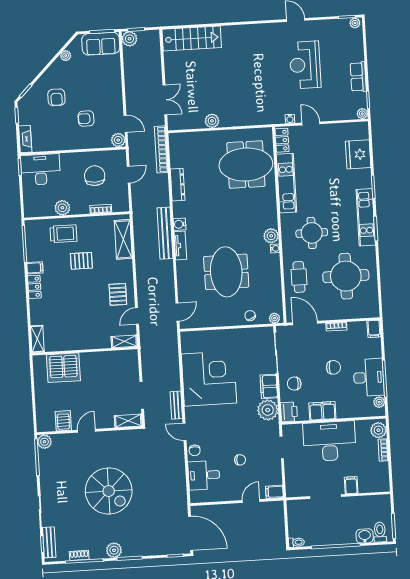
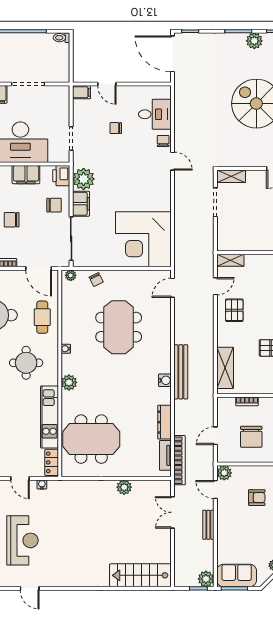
plant: (271, 236) -> (69, 382), moved
tv unit: (180, 246) -> (165, 455), moved
corner desk: (209, 379) -> (143, 239), moved
bench: (176, 405) -> (208, 525), moved
door: (251, 501) -> (107, 84), hinge flipped

